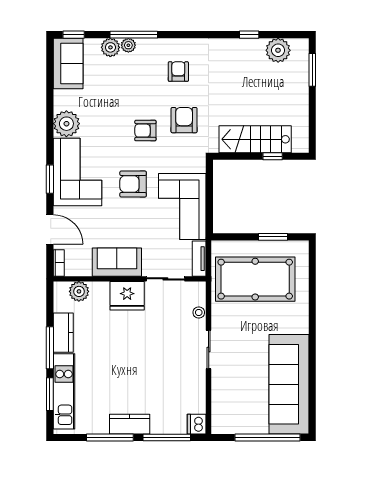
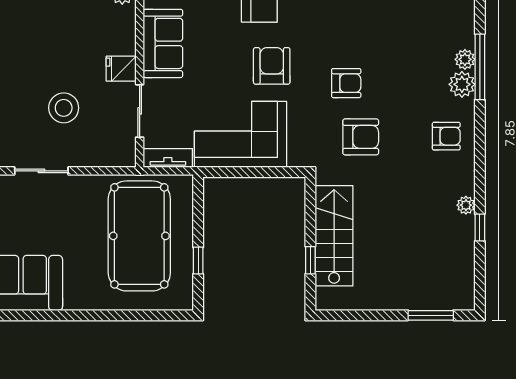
plant: (110, 47) -> (462, 84), moved
plant: (278, 50) -> (466, 205), moved, width x0.53, depth x0.53
armchair: (178, 72) -> (446, 136), moved
armchair: (145, 131) -> (346, 83), turned 90
window: (273, 237) -> (198, 261), width x0.67
fridge: (127, 296) -> (121, 69), width x0.53, depth x0.75
stool: (199, 312) -> (64, 108), moved, width x1.89, depth x1.89

